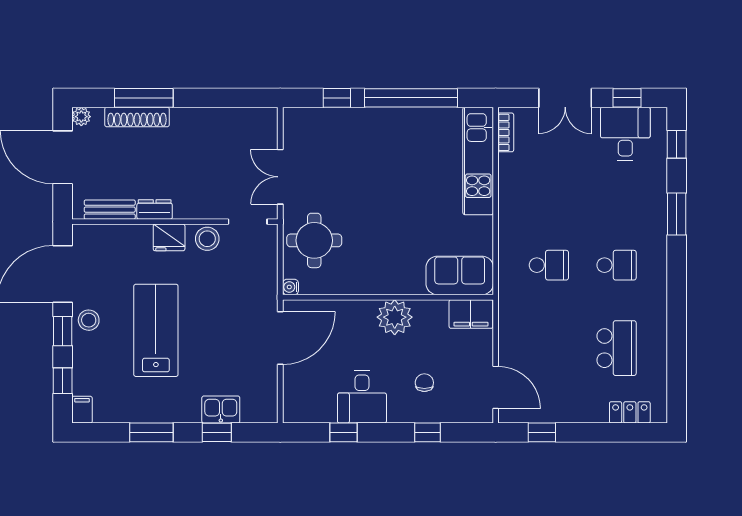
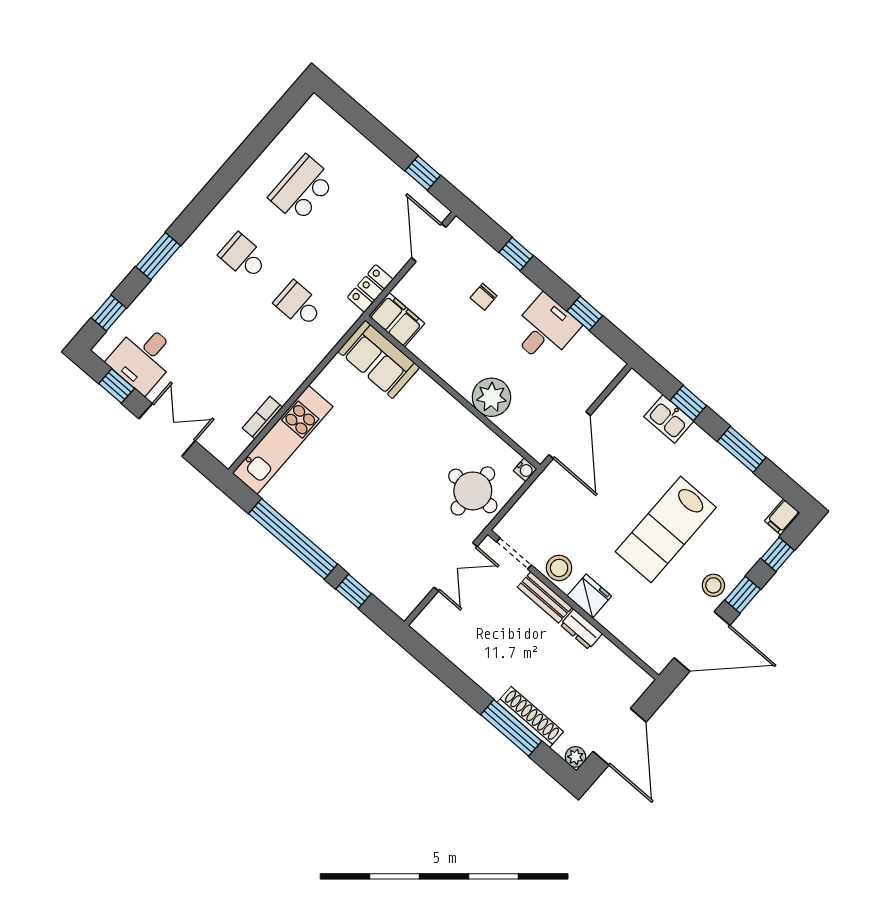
bookcase: (506, 132) -> (262, 418), moved
bench: (110, 210) -> (545, 597), moved
plant: (395, 317) -> (491, 397), moved
door: (280, 338) -> (570, 435), swing flipped
locker: (630, 412) -> (370, 288), moved, turned 90

